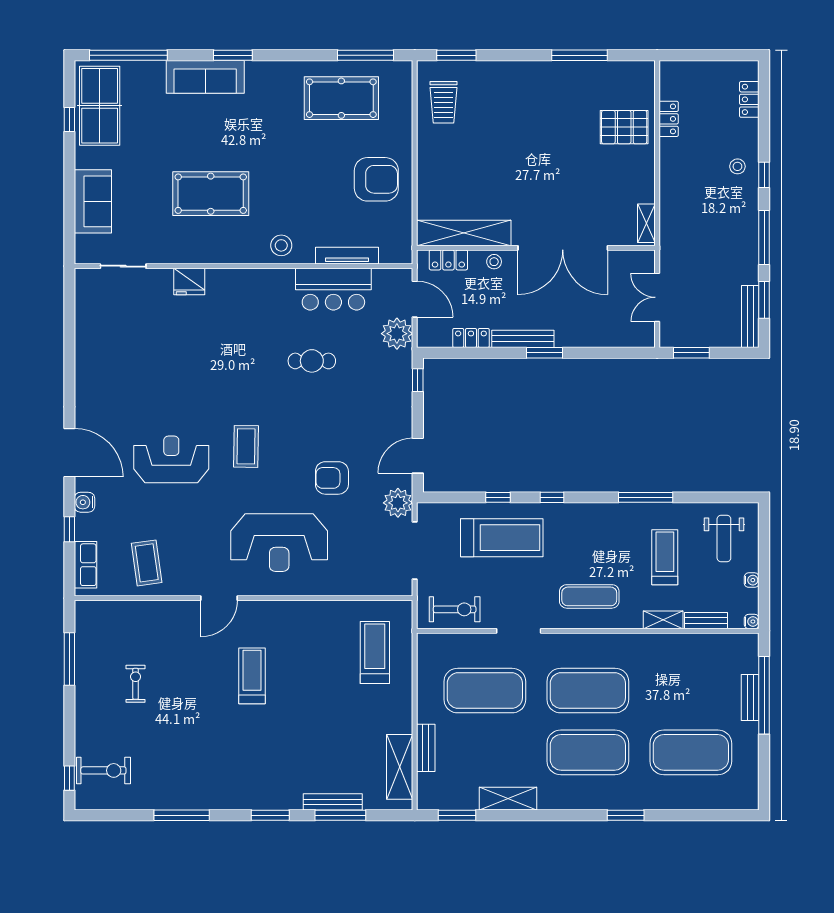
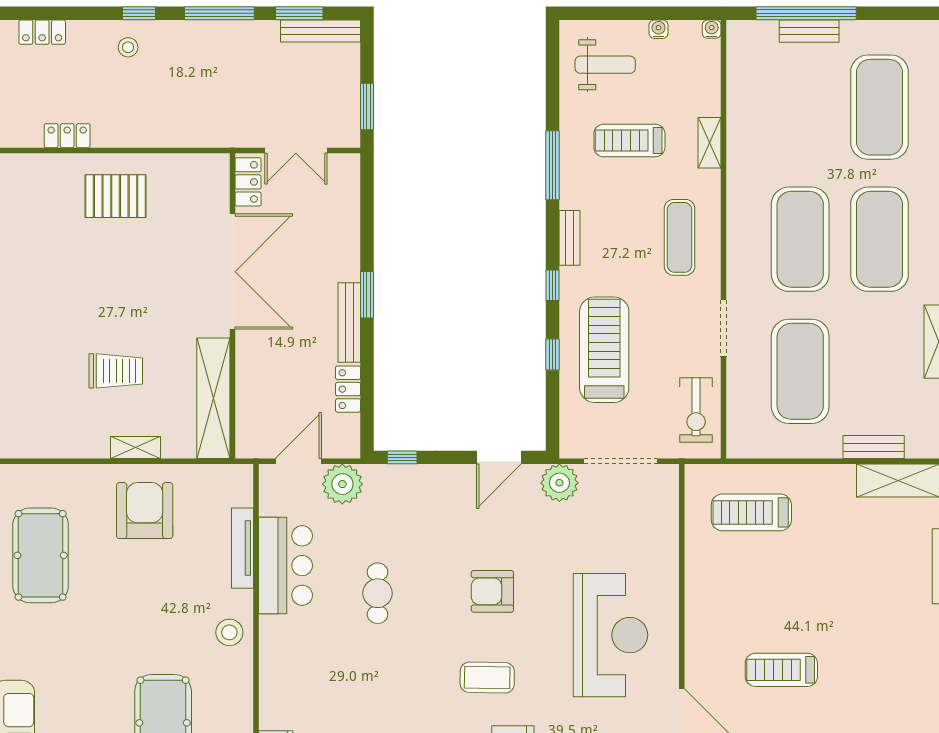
trolley: (444, 102) -> (116, 371), moved
pallet: (624, 127) -> (116, 196), moved, turned 90
shelving: (646, 223) -> (135, 448), moved
locker: (448, 260) -> (248, 182), moved
stool: (494, 262) -> (250, 359), removed
door: (418, 456) -> (499, 457), hinge flipped
armchair: (332, 478) -> (492, 591), moved, turned 90
exercise bike: (455, 609) -> (696, 410), turned 180
bench: (706, 621) -> (569, 238), moved

